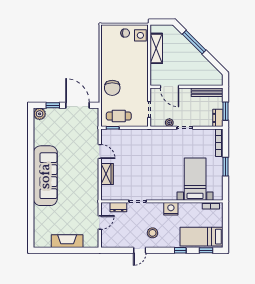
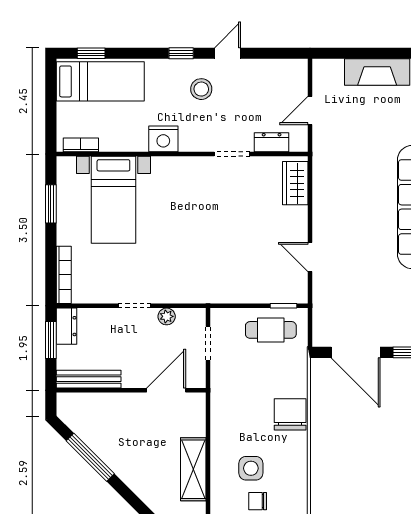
side table: (140, 35) -> (251, 468), moved
window: (194, 42) -> (90, 457), moved
door: (169, 87) -> (166, 390), hinge flipped
chair: (112, 88) -> (290, 414), moved
window: (225, 167) -> (51, 204), moved
wardrobe: (107, 174) -> (295, 183), moved
window: (180, 250) -> (181, 53), moved

